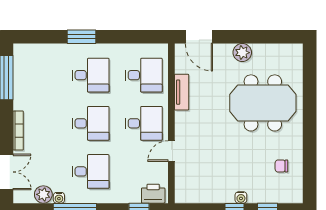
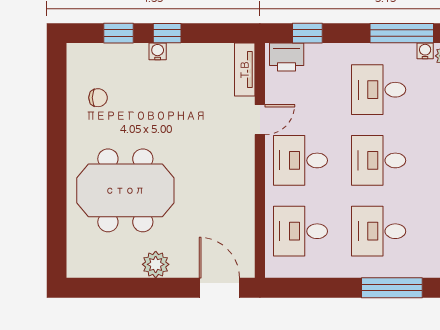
window: (82, 37) -> (392, 288), width x1.44
tv unit: (182, 92) -> (245, 70), moved

